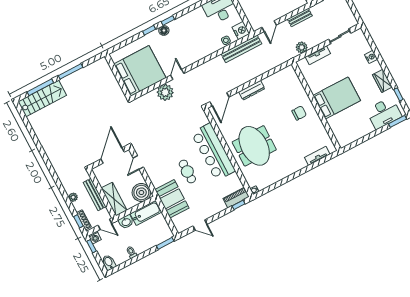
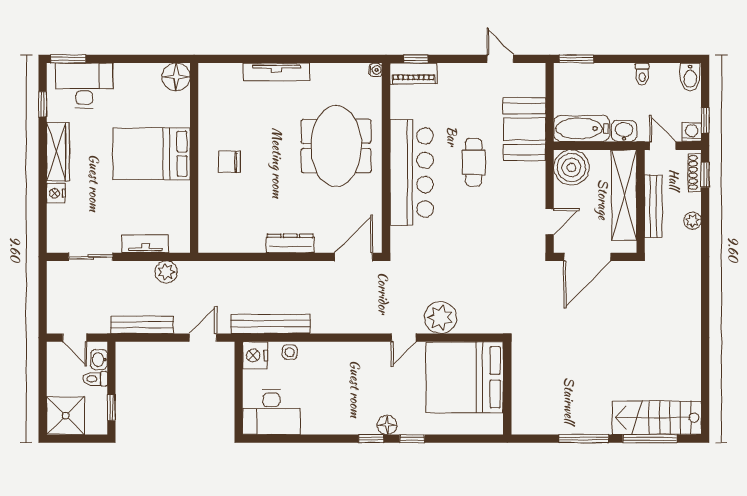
bench: (300, 17) -> (142, 325), width x1.36
wardrobe: (382, 81) -> (58, 152), width x1.50
floor lamp: (344, 139) -> (176, 77), added
tv unit: (317, 156) -> (277, 72), moved, width x1.41
shelving: (114, 199) -> (624, 195), width x1.47

